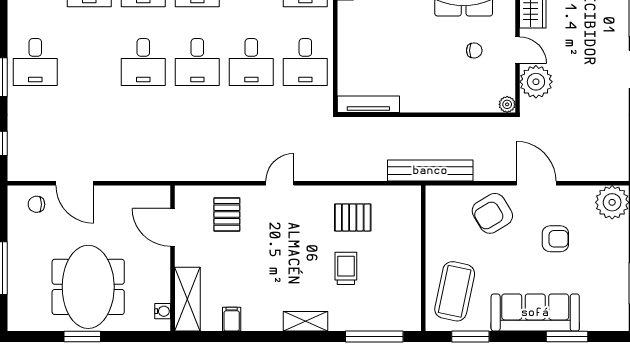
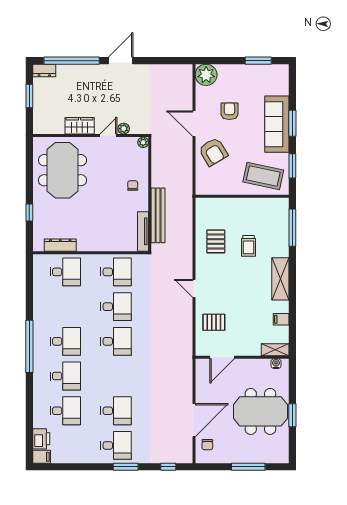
chair: (474, 50) -> (133, 186), moved
desk: (143, 62) -> (116, 411), moved
plant: (536, 82) -> (124, 129), width x0.53, depth x0.53
bench: (430, 171) -> (158, 215), moved
door: (75, 183) -> (194, 420), width x1.36
door: (536, 183) -> (194, 124), hinge flipped
trolley: (346, 268) -> (249, 246), turned -90
shelving: (187, 299) -> (275, 350), width x0.67, depth x0.75
shelving: (305, 321) -> (280, 279), width x1.50, depth x1.33
window: (567, 337) -> (292, 123), moved

